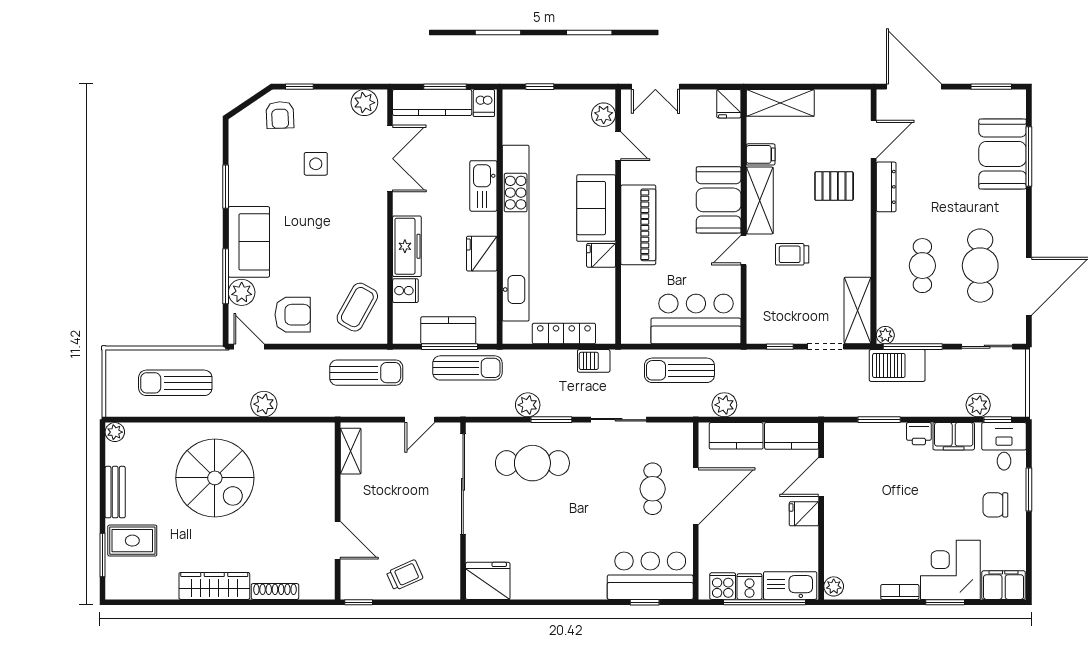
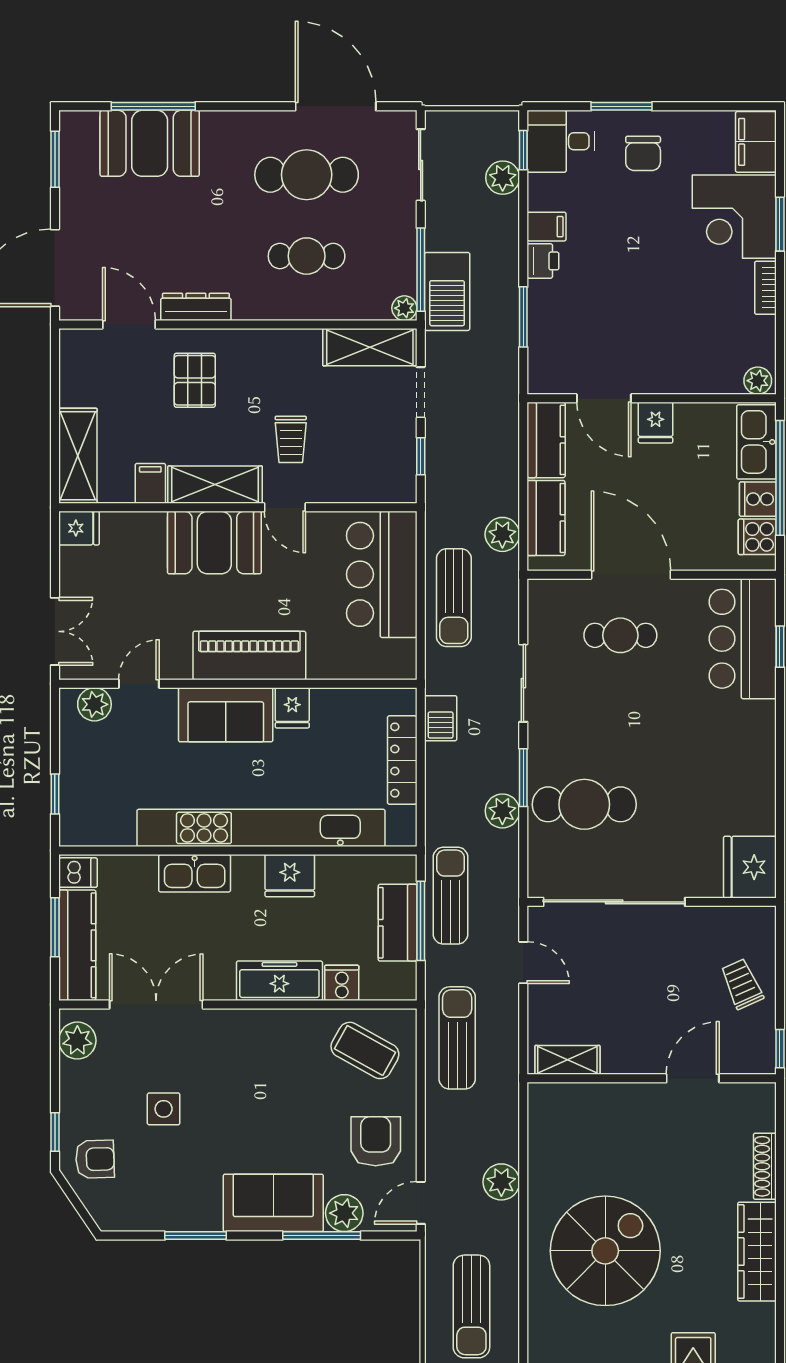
filing cabinet: (954, 436) -> (547, 227), width x0.50
cafe table: (532, 463) -> (584, 804), turned 90

